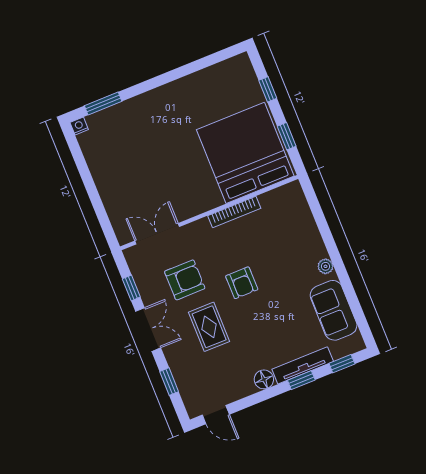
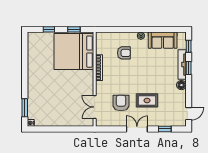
armchair: (242, 283) -> (124, 53), moved
window: (131, 288) -> (115, 129), removed

